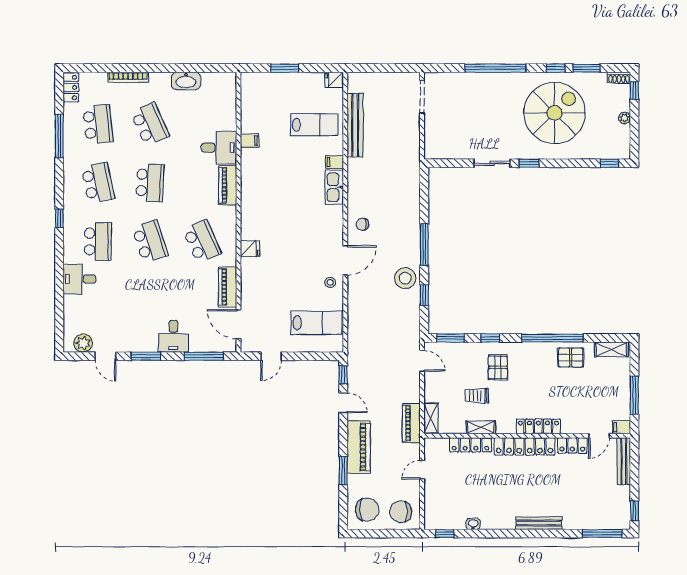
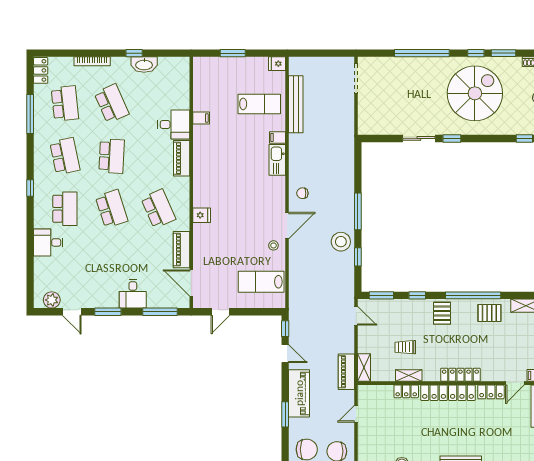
window: (175, 68) -> (134, 53), added
lab bench: (316, 323) -> (261, 282), turned 180
pallet: (498, 367) -> (442, 313), moved
locker: (470, 445) -> (406, 391), width x0.66

